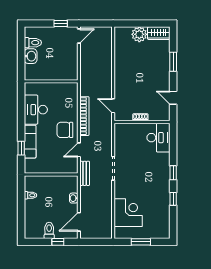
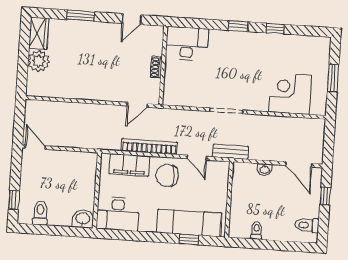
window: (61, 24) -> (14, 200), moved
washbasin: (31, 56) -> (83, 219), moved
filing cabinet: (71, 103) -> (129, 165), added
desk: (36, 110) -> (118, 214), moved
chair: (65, 130) -> (167, 175), turned 90
exam couch: (30, 142) -> (189, 223), width x1.36, depth x1.45
toilet: (49, 230) -> (307, 225), moved

